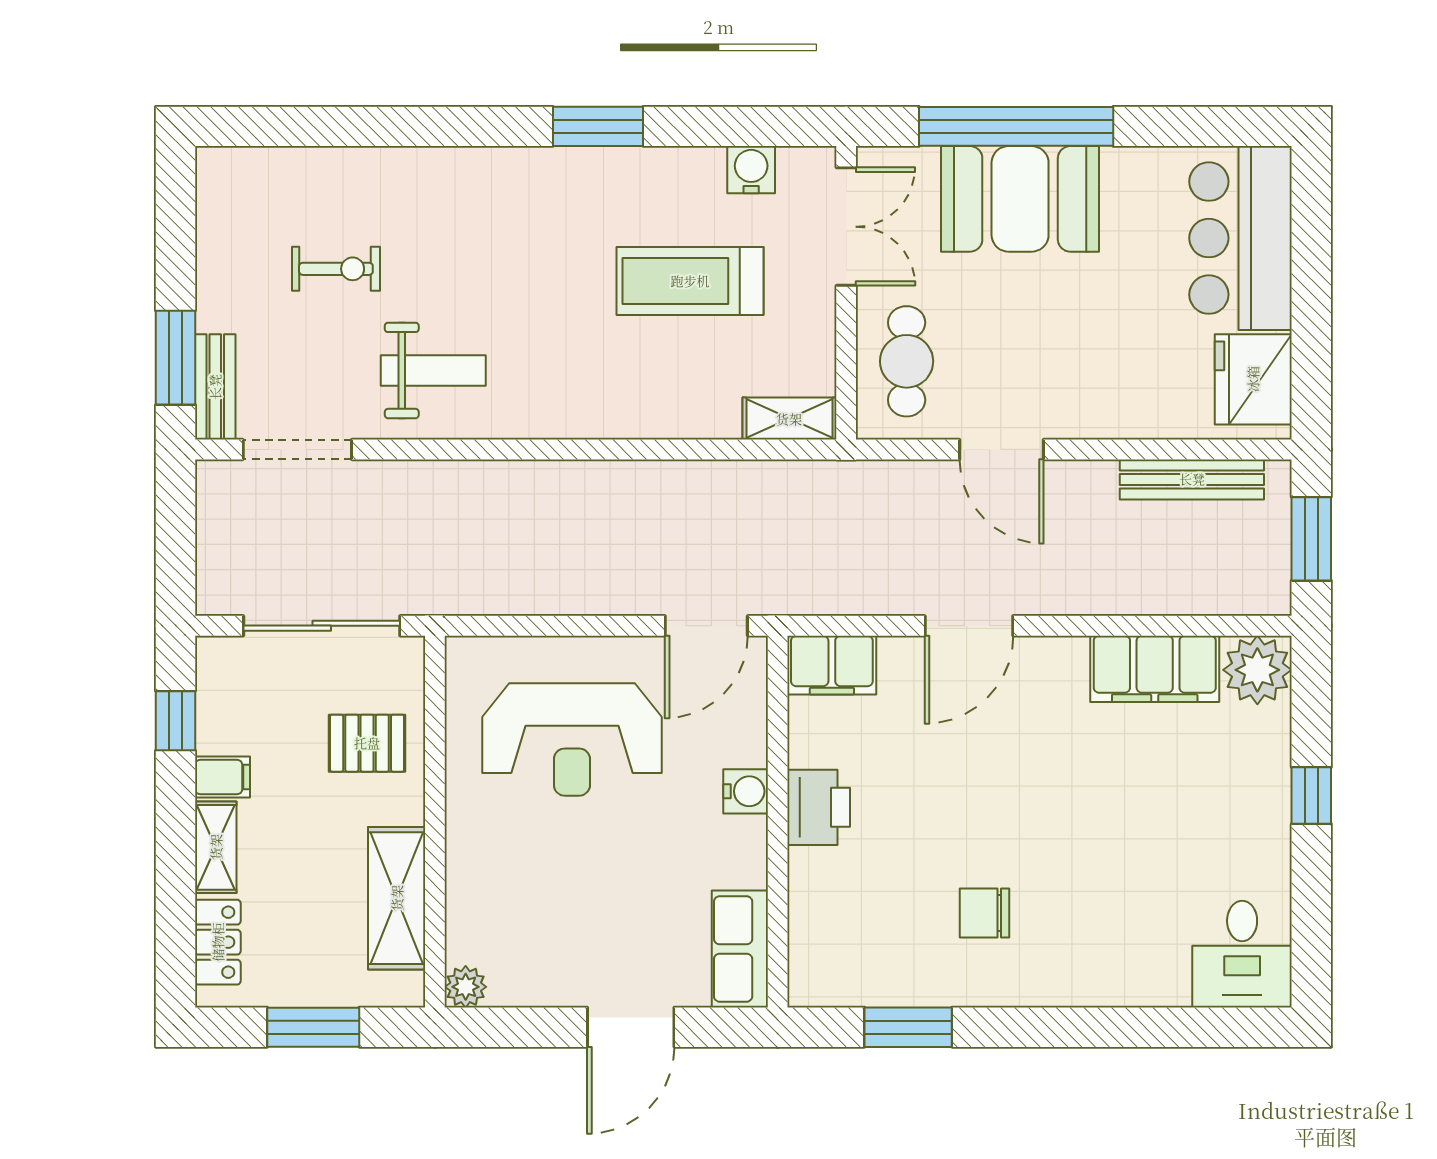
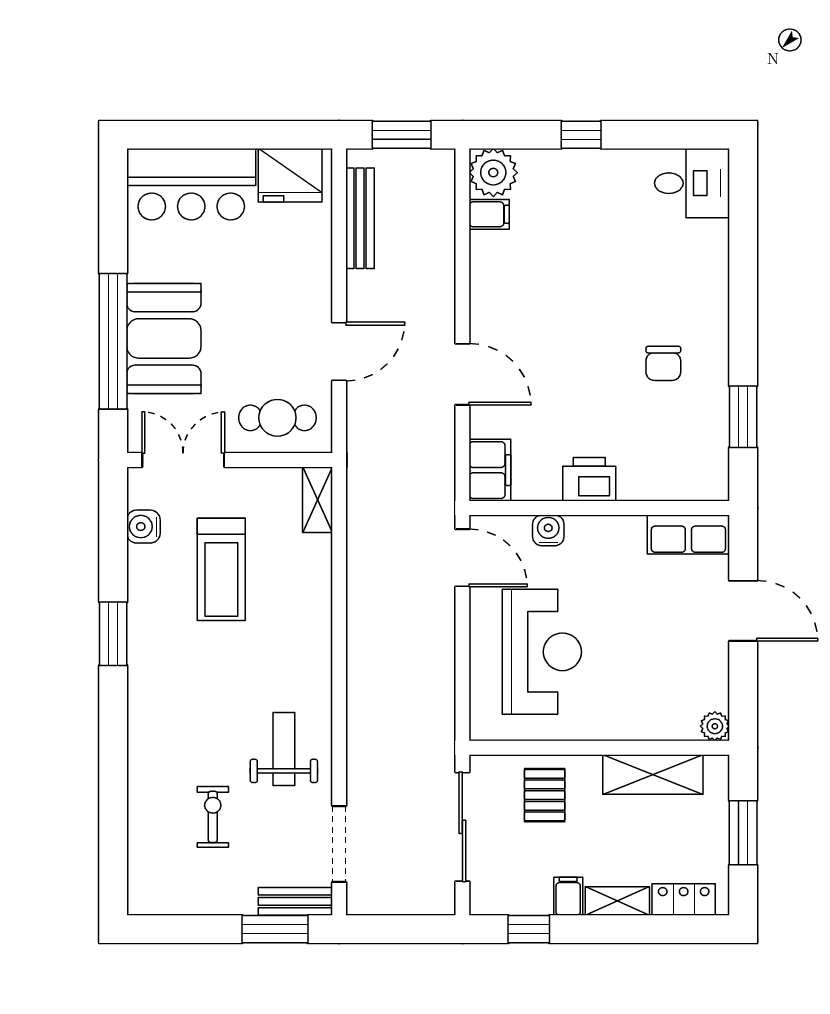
filing cabinet: (1155, 669) -> (489, 214), width x0.33, depth x0.86
water cooler: (746, 791) -> (548, 530), moved

